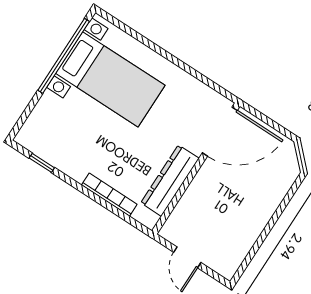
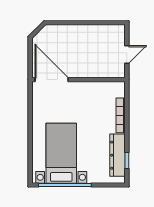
dresser: (170, 181) -> (118, 155), moved, turned 90

